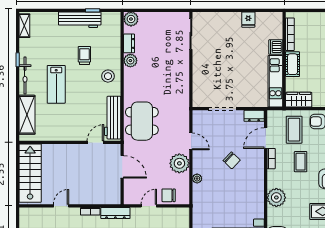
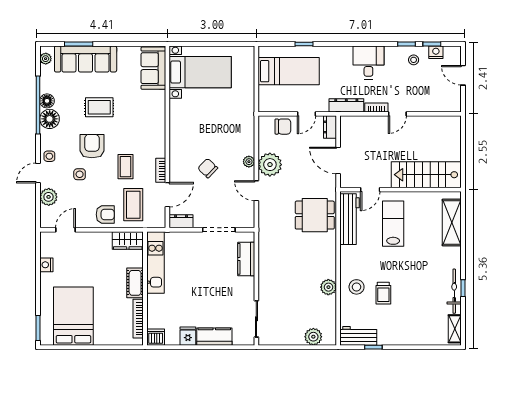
plant: (131, 19) -> (313, 337), moved
kitchen counter: (226, 19) -> (214, 337), added
workbench: (80, 20) -> (358, 336), moved, width x0.73
dresser: (129, 43) -> (330, 127), moved
dishwasher: (276, 47) -> (156, 337), moved, turned -90
bicycle: (25, 75) -> (454, 291), moved
stool: (108, 76) -> (357, 287), moved
lab bench: (56, 84) -> (393, 224), moved
kitchen counter: (199, 84) -> (246, 259), added
dining table: (142, 121) -> (315, 215), width x0.73
stairs: (30, 173) -> (426, 175), moved, turned 90
plant: (197, 179) -> (249, 162), moved
plant: (276, 197) -> (154, 124), removed
door: (61, 206) -> (397, 114), moved

